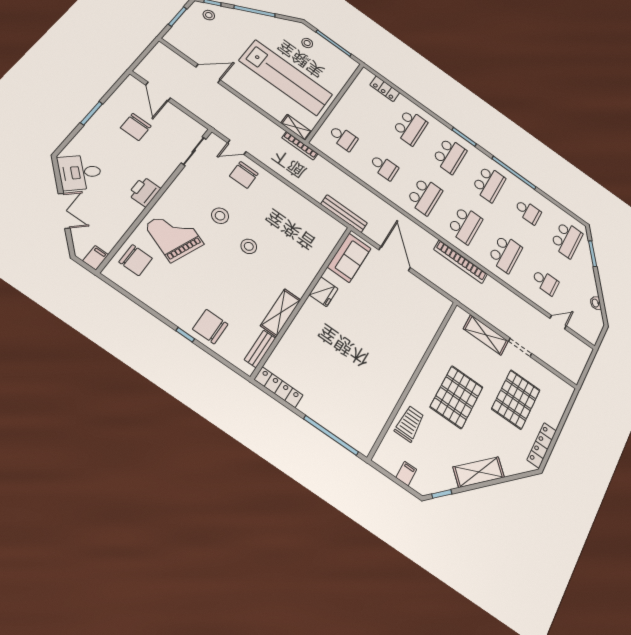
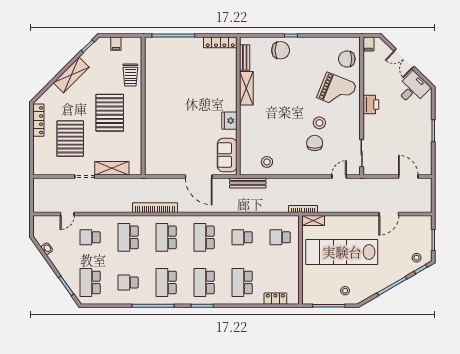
chair: (136, 127) -> (404, 142), removed
chair: (244, 175) -> (315, 143), moved
stool: (249, 246) -> (267, 162), moved

